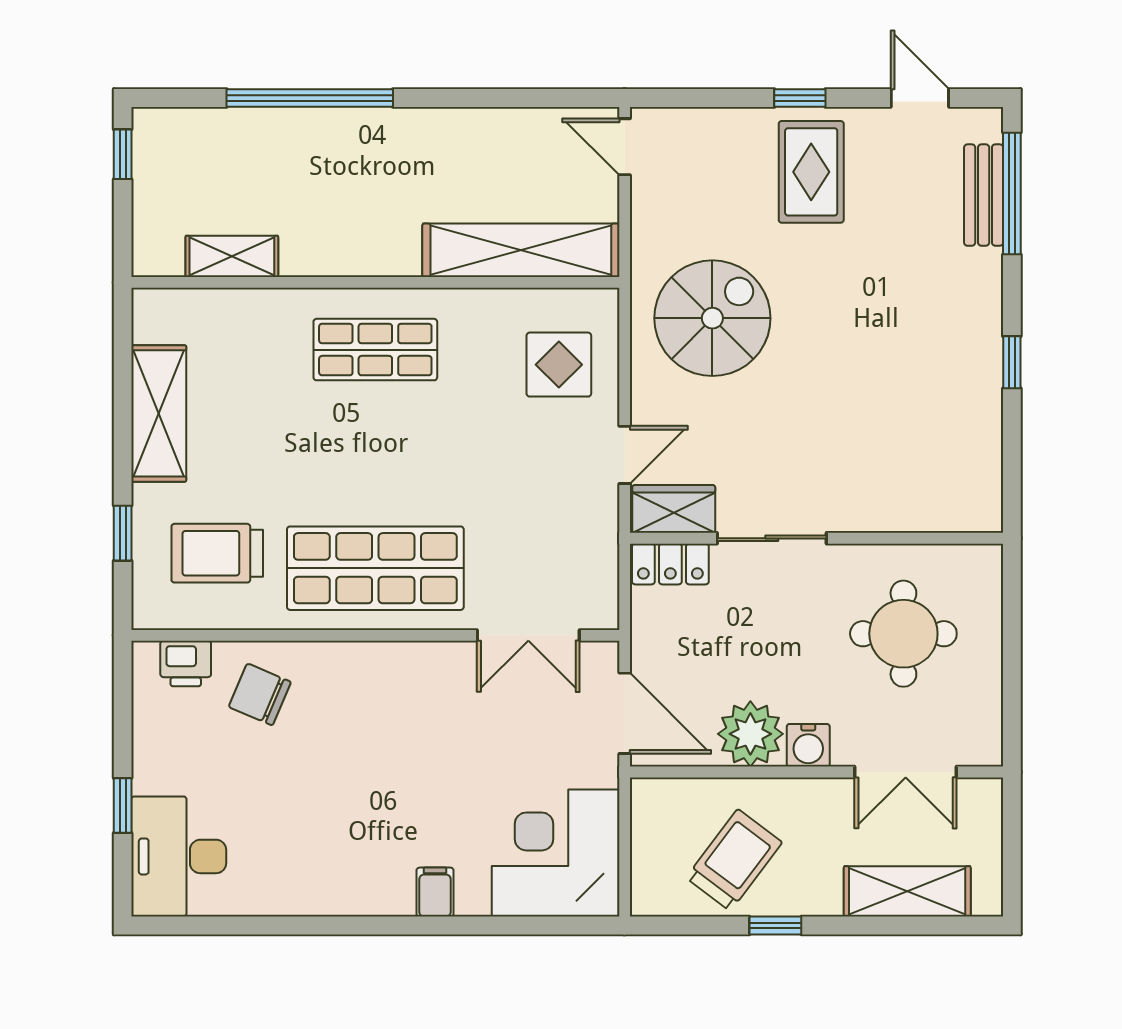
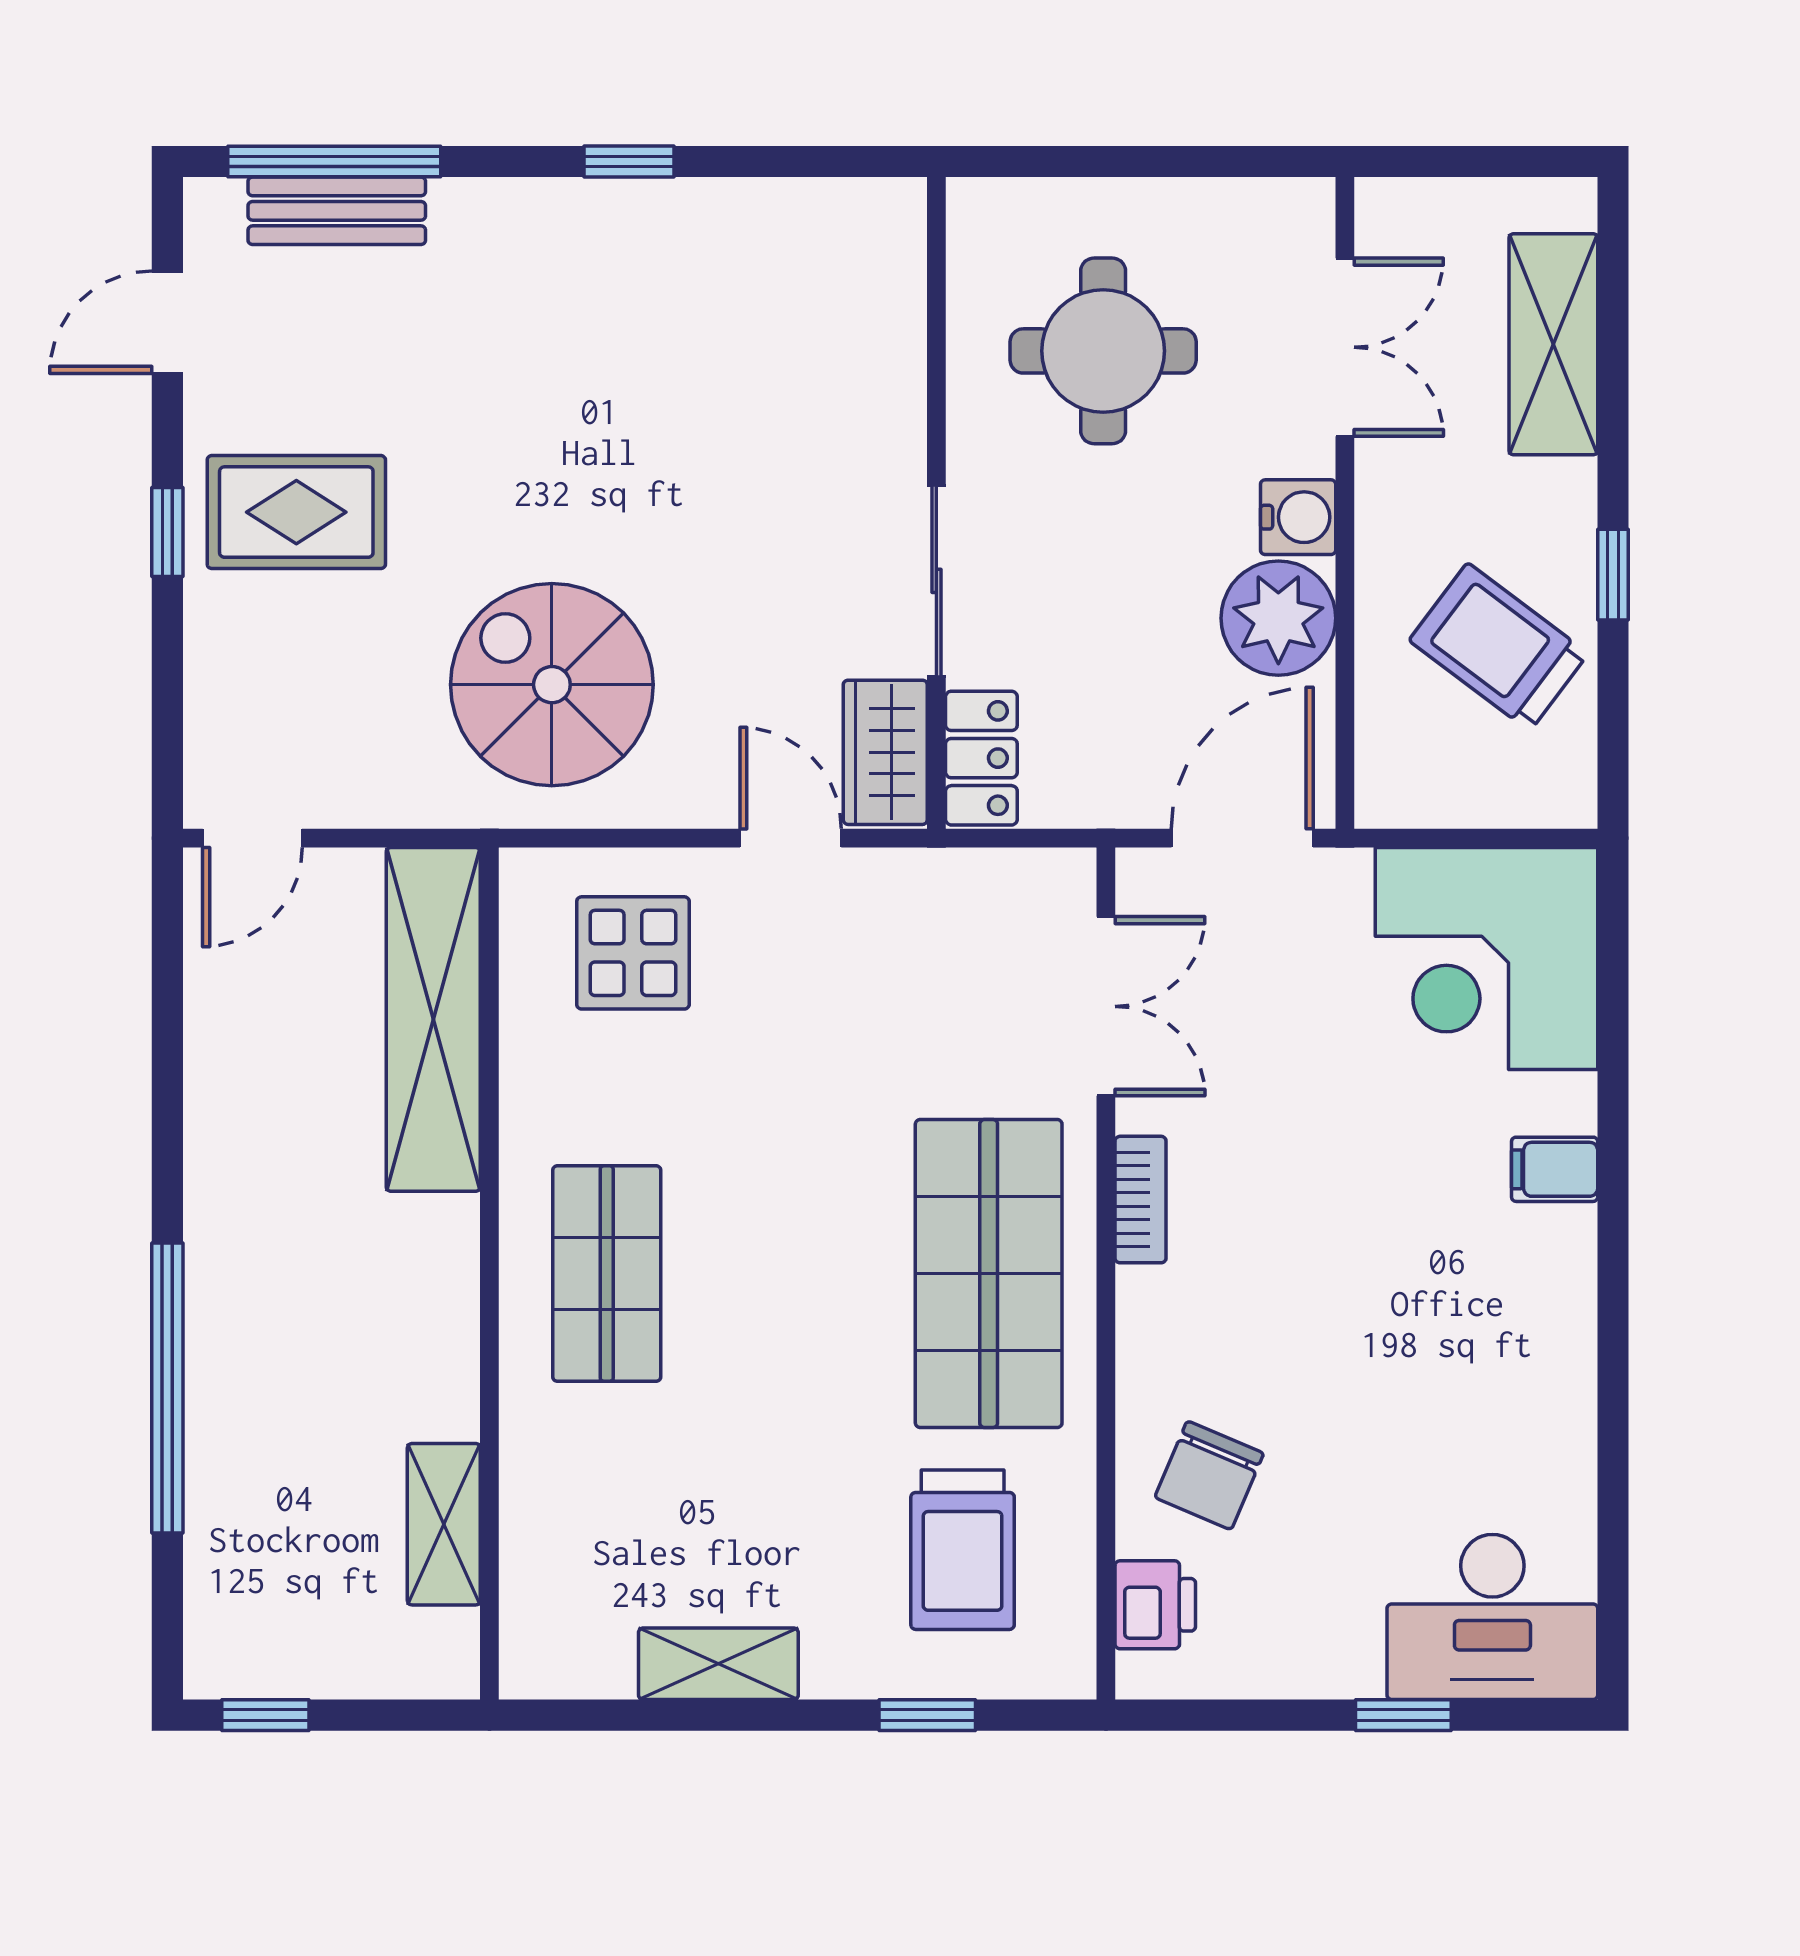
shelving: (159, 413) -> (718, 1664), width x0.67, depth x0.75
bookcase: (418, 655) -> (1141, 1200), added

